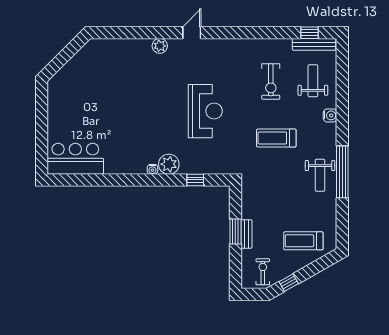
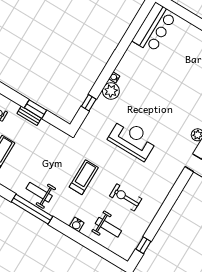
bench: (314, 44) -> (133, 243), removed
reception desk: (205, 111) -> (133, 139), turned 180

